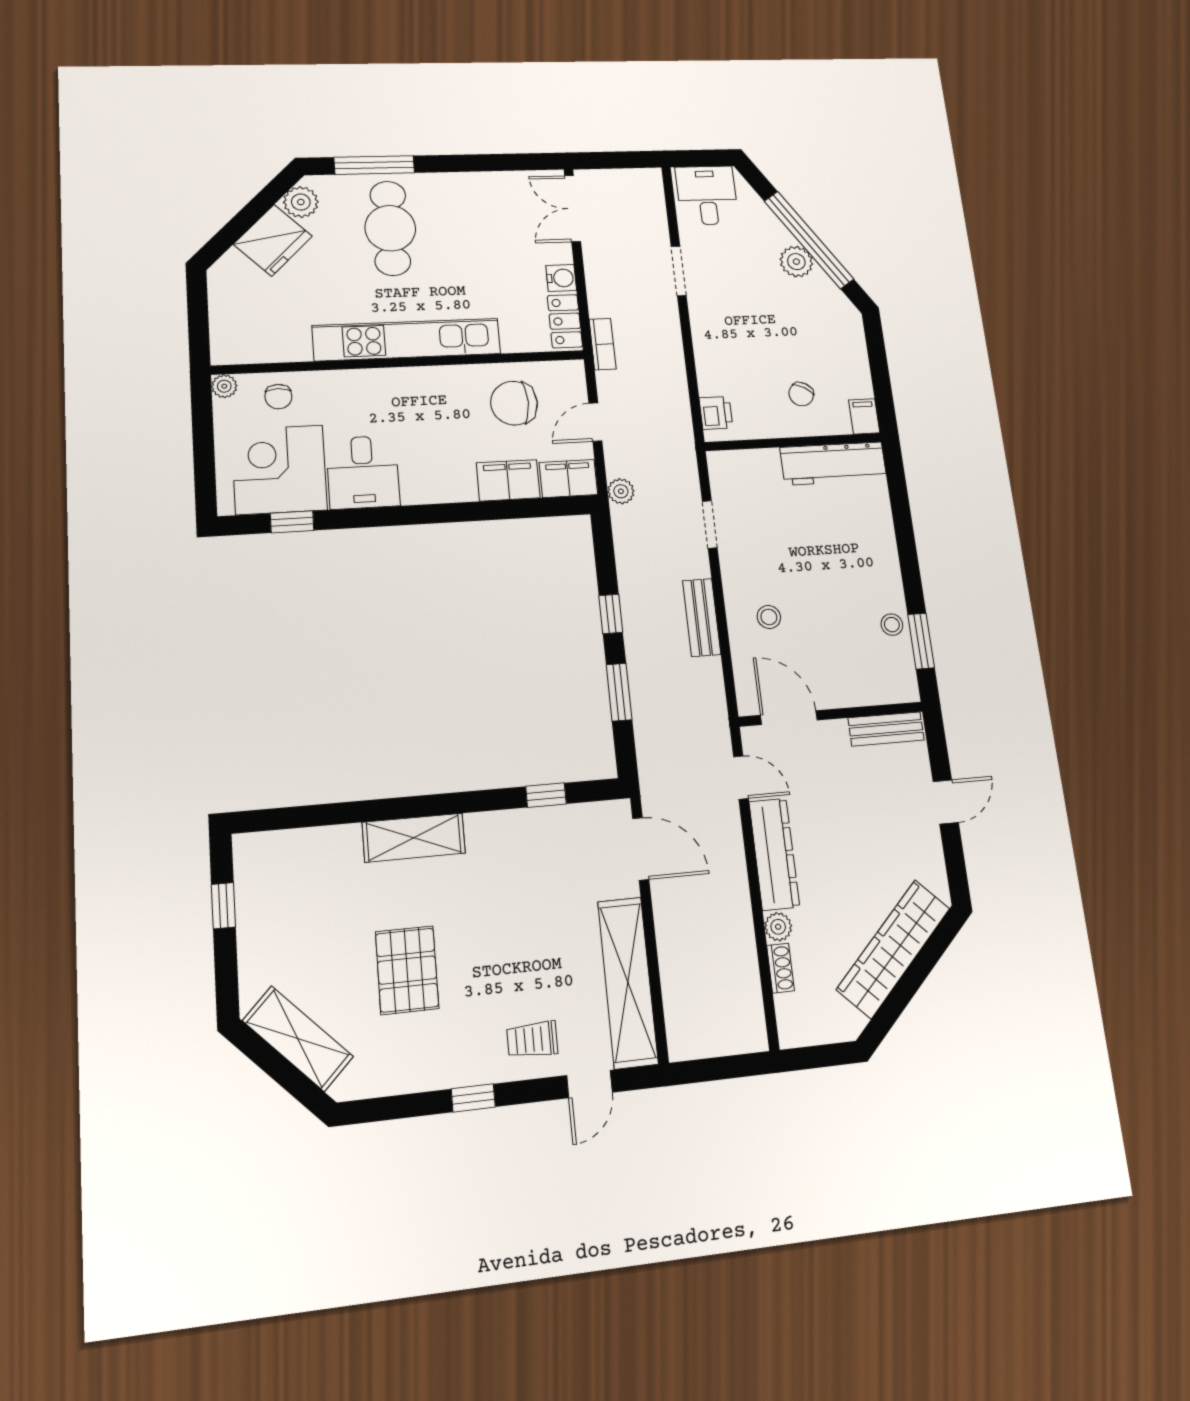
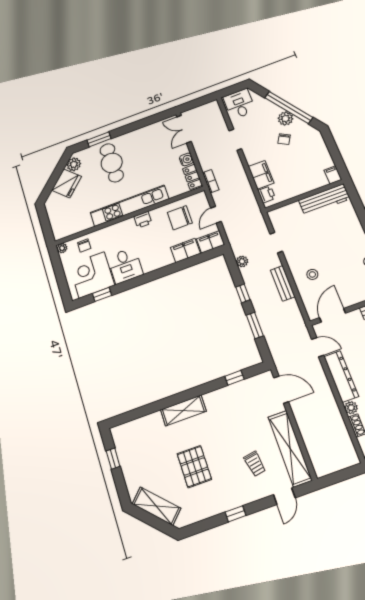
window: (374, 165) -> (99, 139), width x0.69
filing cabinet: (715, 366) -> (261, 175), added
printer: (430, 381) -> (143, 220), added
chair: (801, 394) -> (284, 139), moved
plant: (621, 491) -> (242, 261), moved
door: (789, 718) -> (332, 315), hinge flipped
trolley: (532, 1040) -> (255, 464), moved, turned -100

